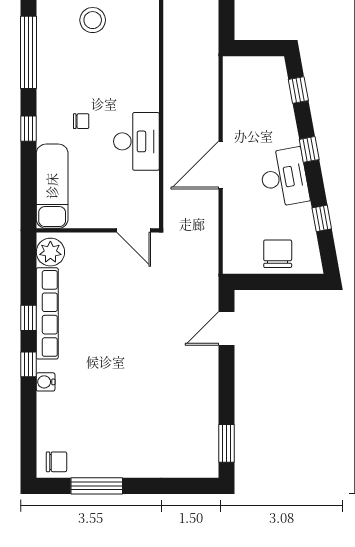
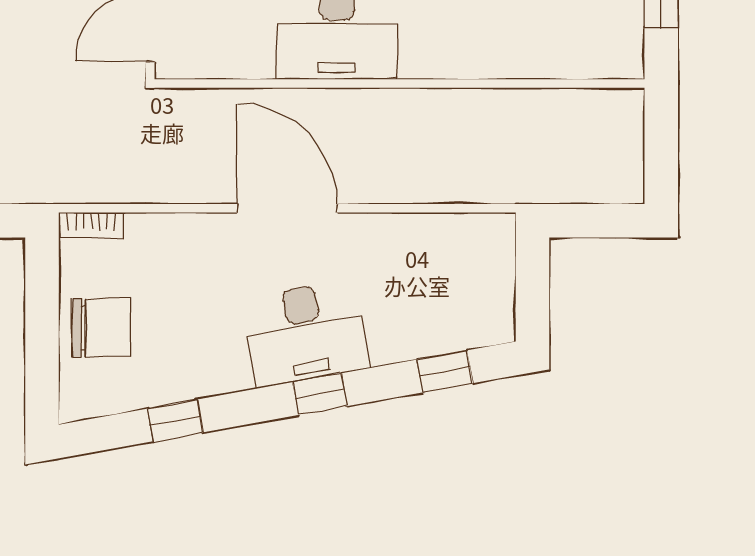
desk: (284, 177) -> (305, 333), moved
bookcase: (229, 258) -> (91, 225), added

